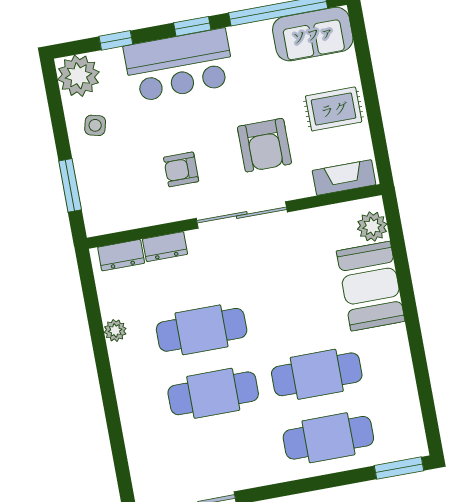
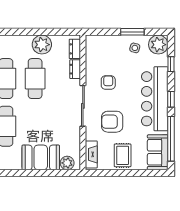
bar counter: (179, 65) -> (155, 99), width x1.36
window: (70, 185) -> (132, 32), moved
plant: (115, 330) -> (42, 45), width x1.87, depth x1.87

